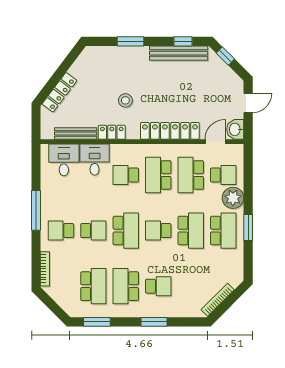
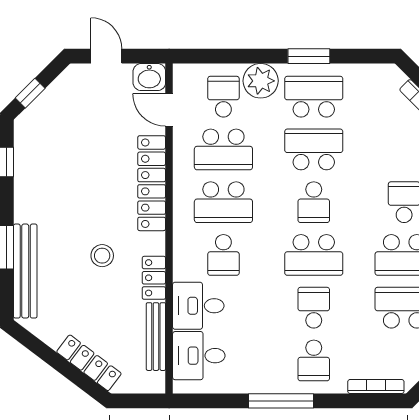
bench: (179, 53) -> (25, 271), moved
school desk: (126, 231) -> (314, 255), turned 180

